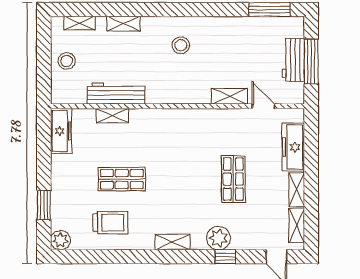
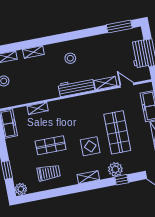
workbench: (116, 93) -> (76, 87), moved
shop shelf: (233, 179) -> (117, 132), width x1.43, depth x1.36
display table: (185, 193) -> (90, 146), added

